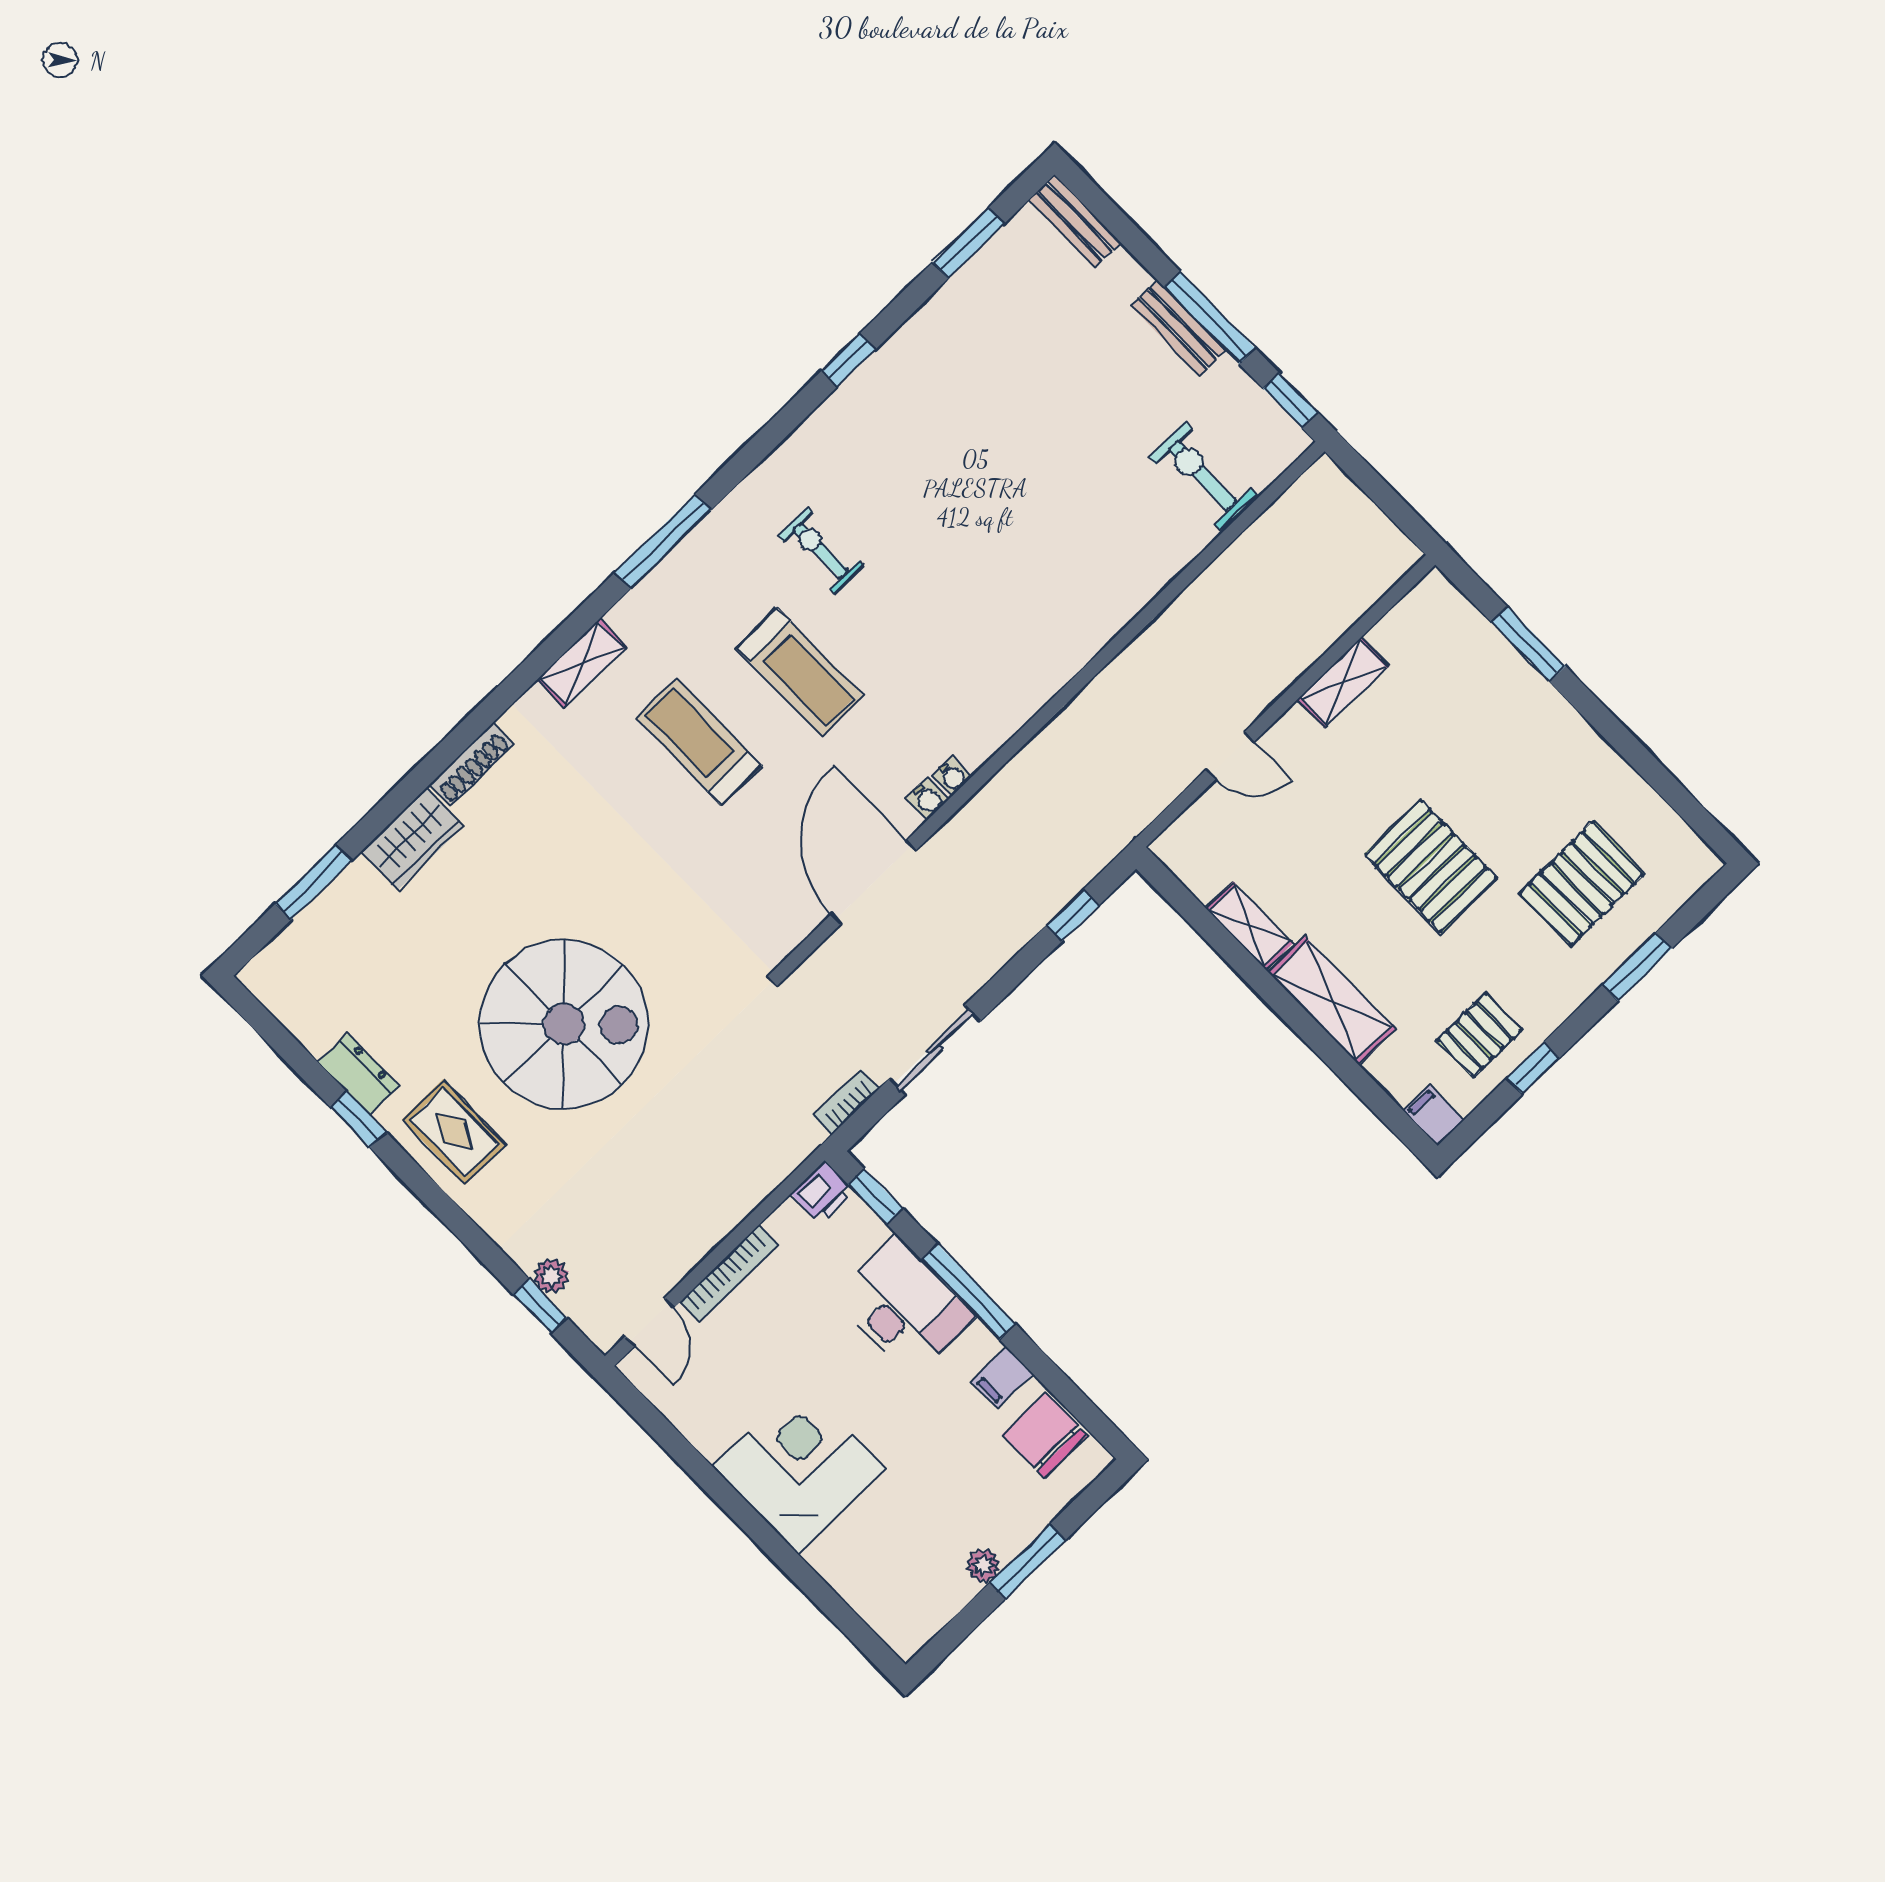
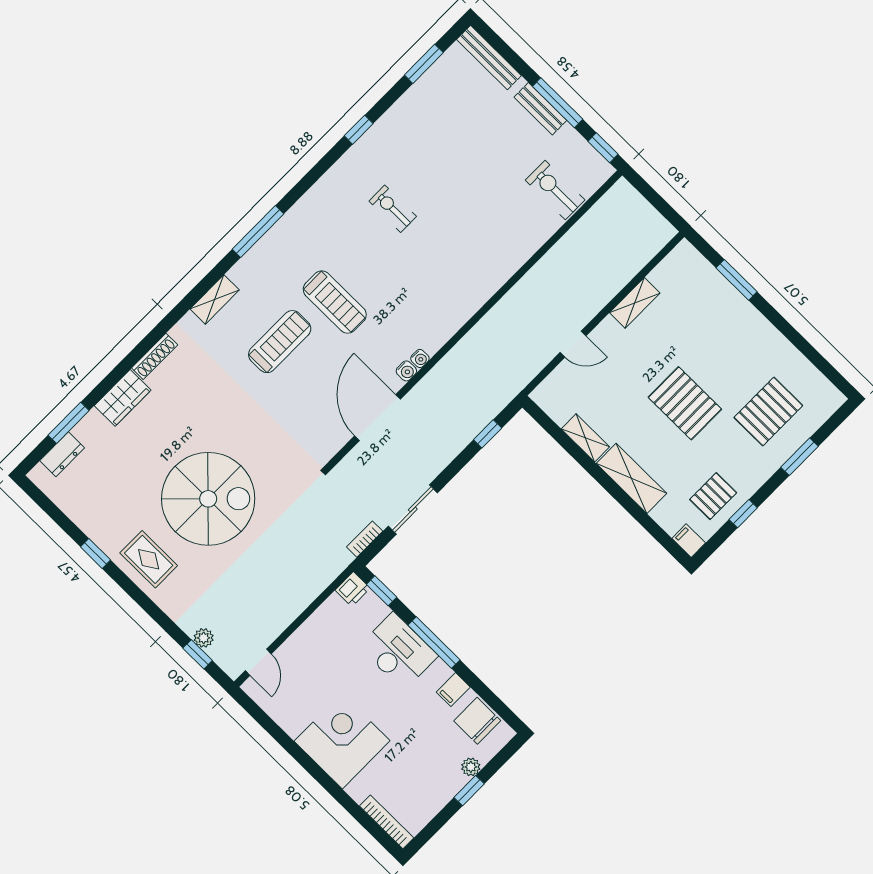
bench: (1075, 221) -> (489, 58), width x1.36
exercise bike: (821, 550) -> (393, 209), moved
treadmill: (699, 742) -> (280, 342), turned 90
dresser: (358, 1074) -> (62, 454), moved, turned 90
bookcase: (729, 1274) -> (387, 822), moved, turned -90
window: (1028, 1561) -> (469, 791), width x0.67
plant: (983, 1565) -> (471, 767), moved

